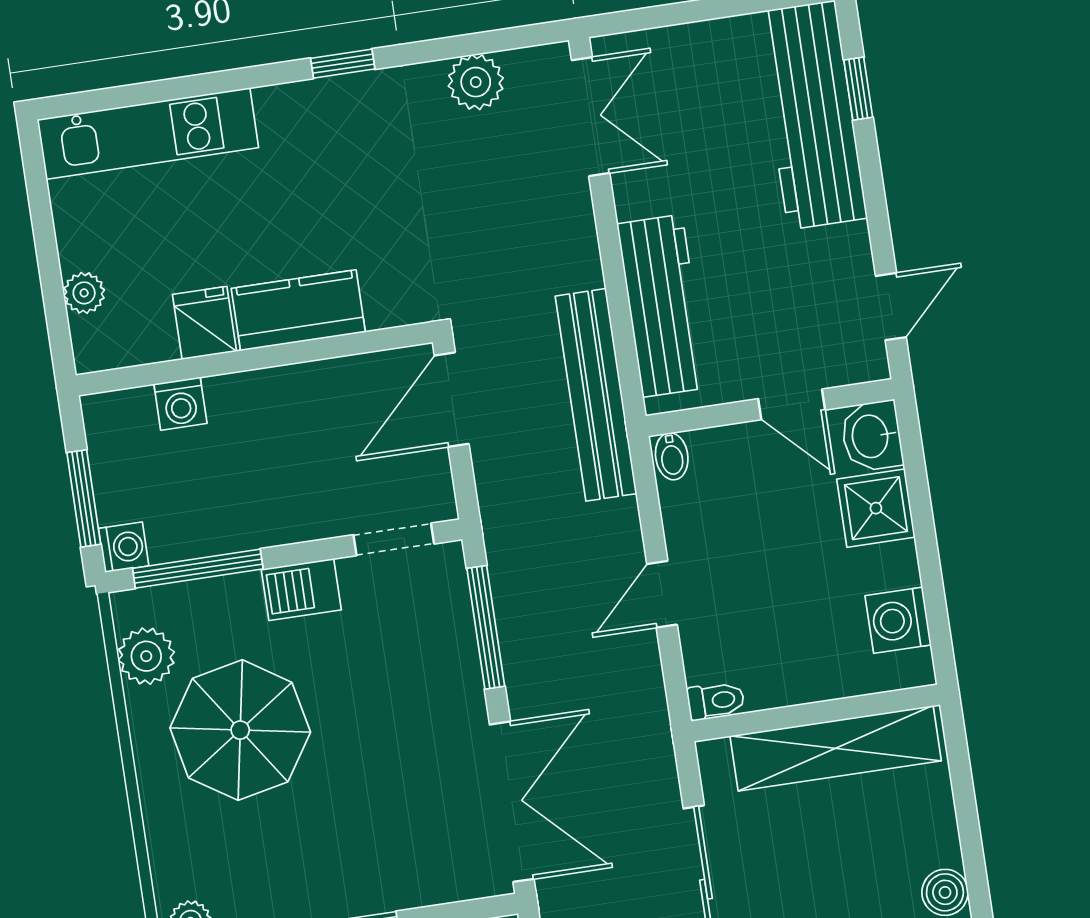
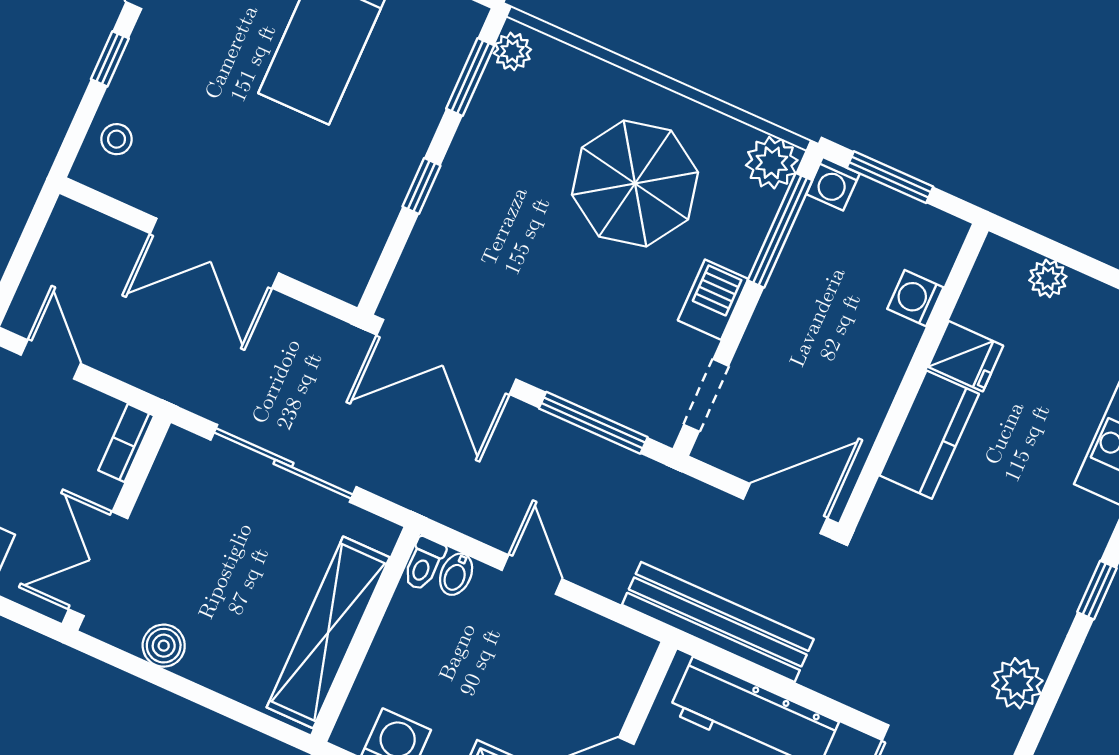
door: (452, 400) -> (785, 509), hinge flipped
bidet: (672, 456) -> (456, 574), moved, turned -90
plant: (146, 656) -> (772, 163), moved

